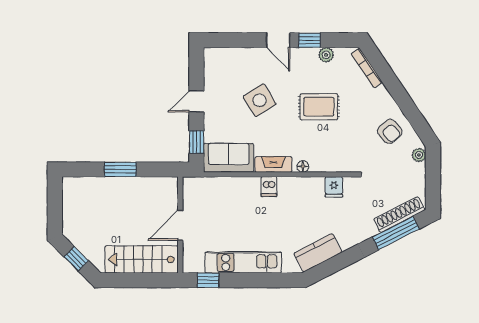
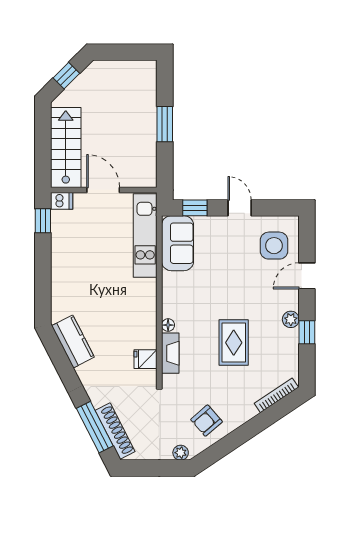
door: (278, 40) -> (307, 276), moved
plant: (326, 55) -> (291, 319), moved
side table: (260, 100) -> (274, 246), moved, turned 32
fireplace: (273, 164) -> (170, 353), moved
dishwasher: (269, 187) -> (62, 201), moved, turned 180
kitchen unit: (243, 262) -> (145, 236), moved, turned 180

